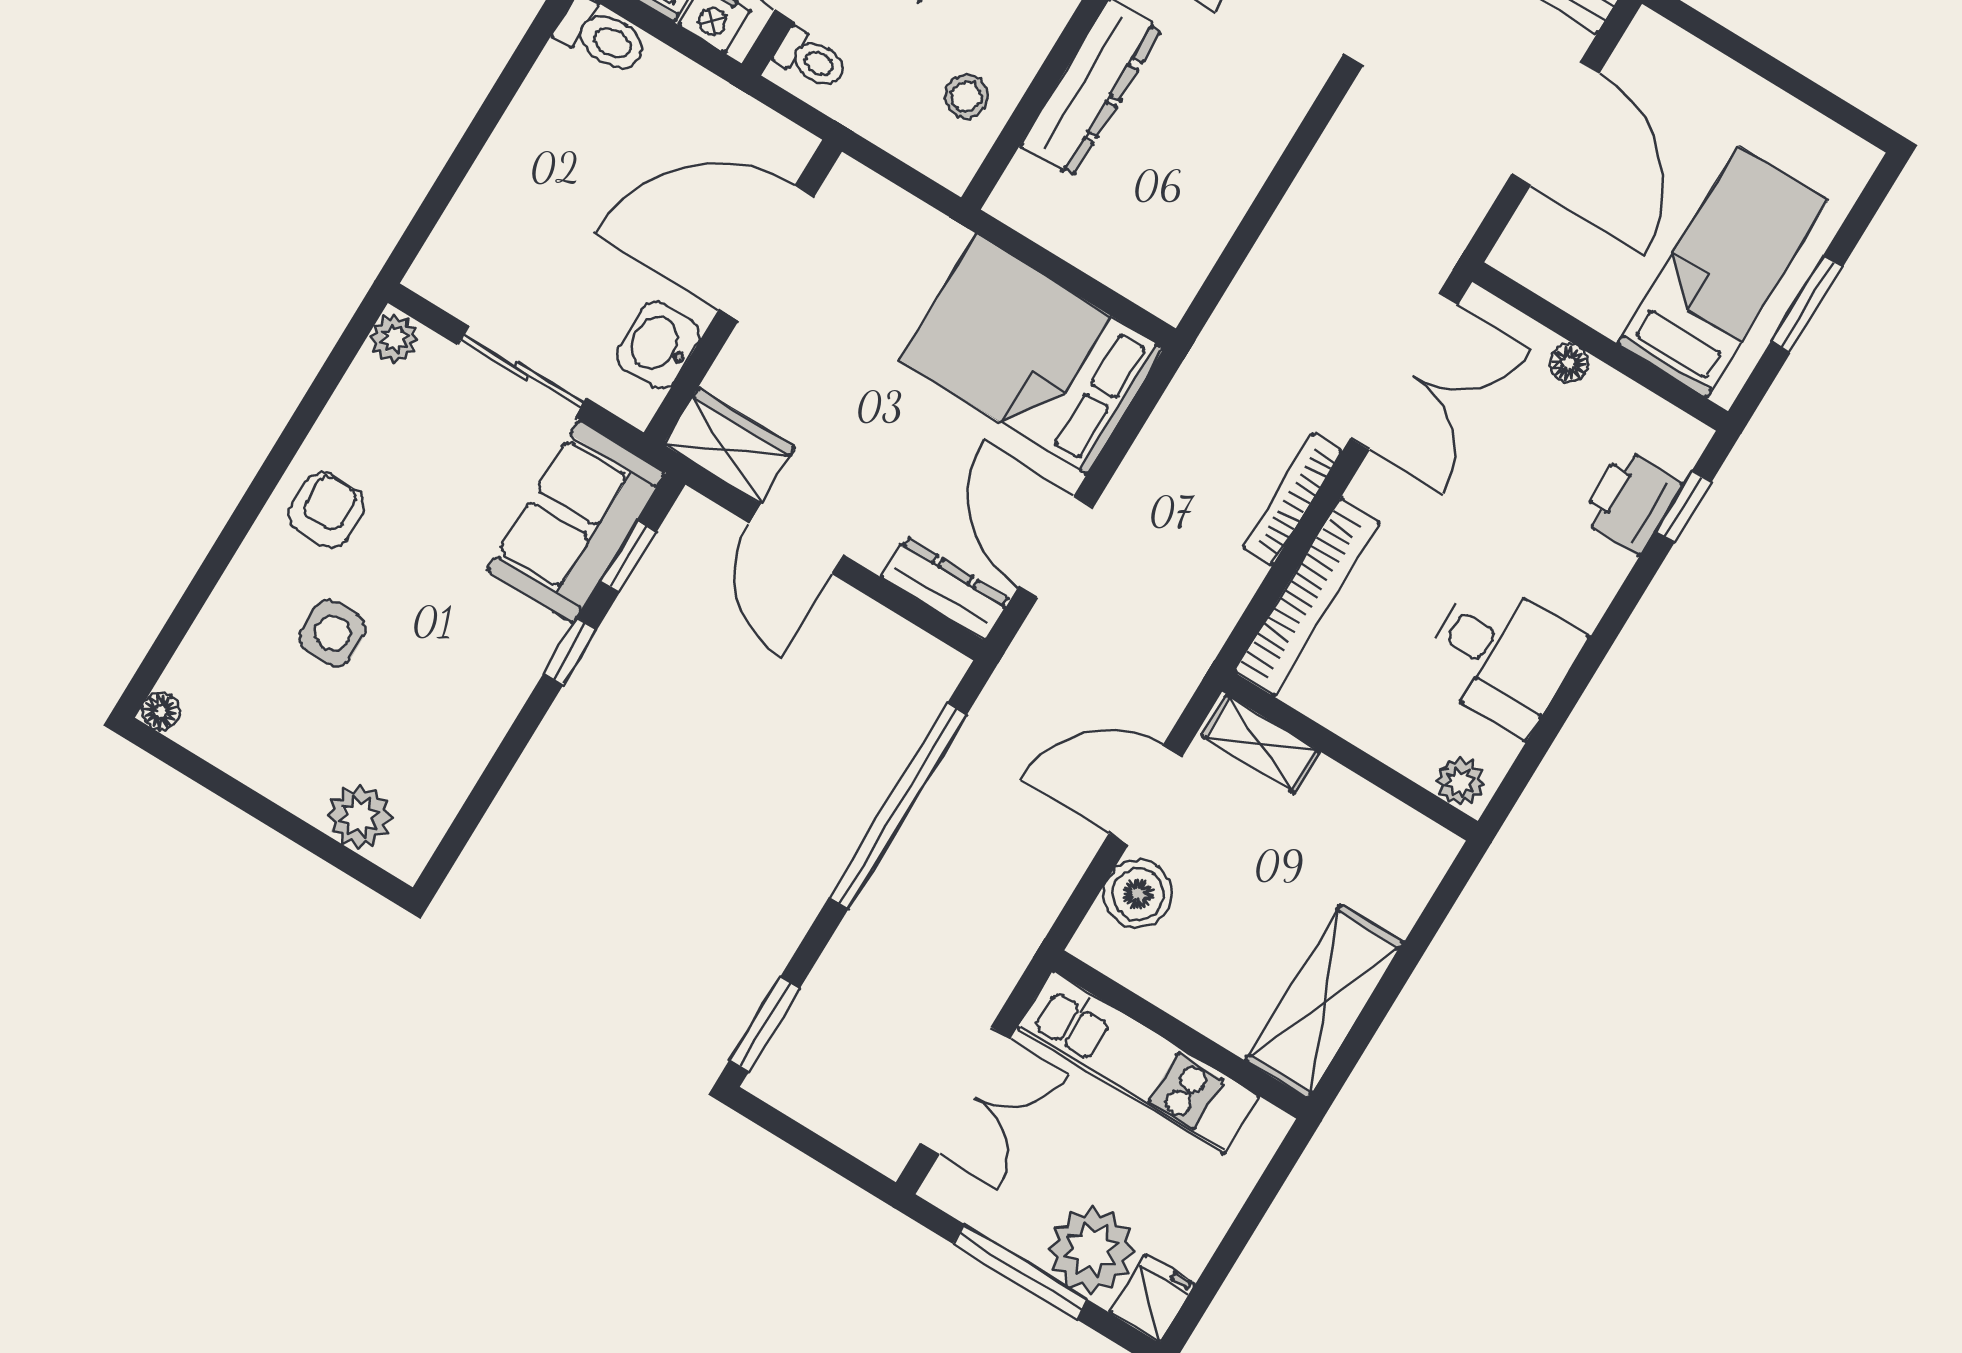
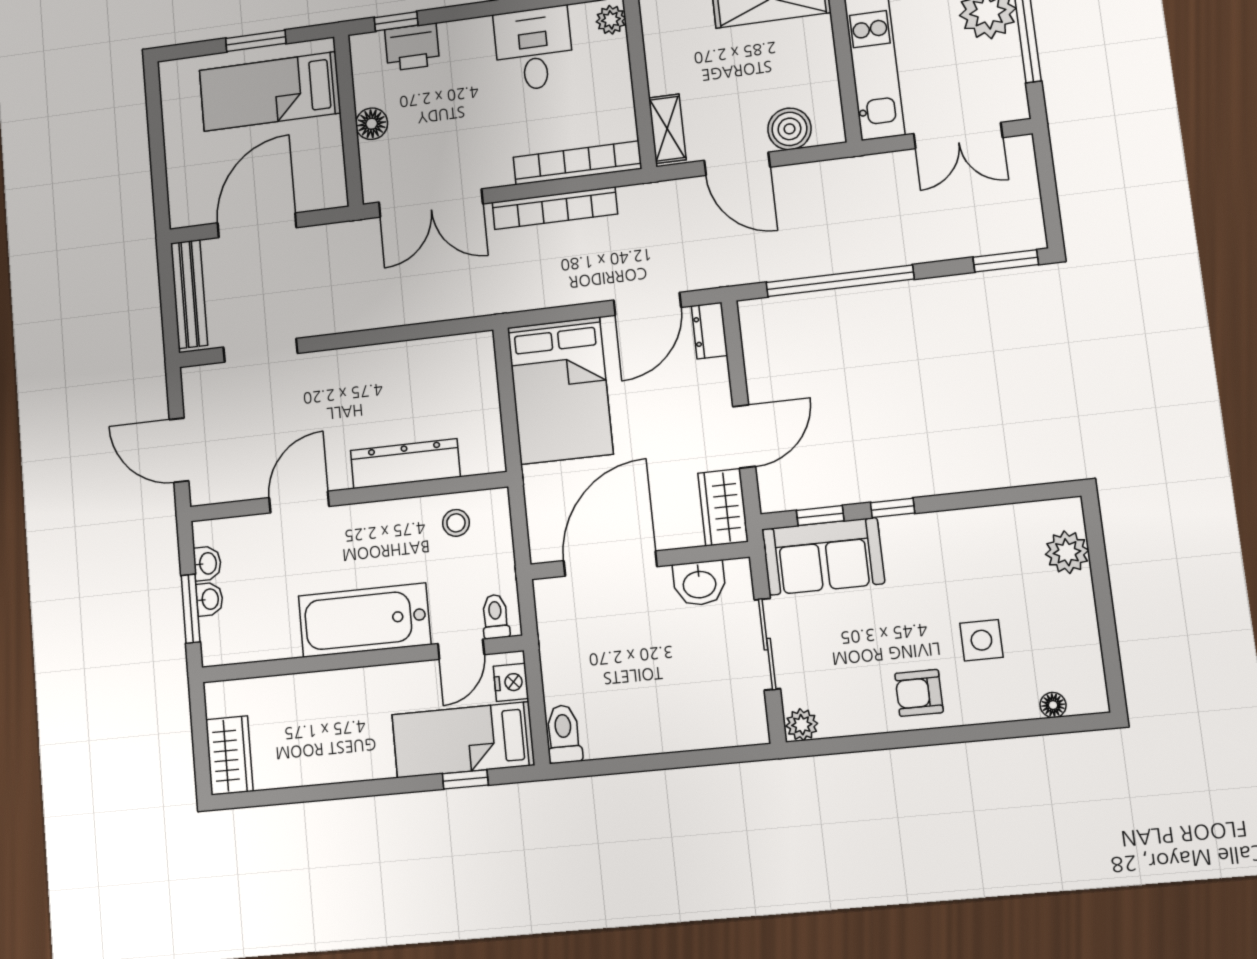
door: (767, 253) -> (610, 564), swing flipped
floor lamp: (1569, 363) -> (372, 124), width x1.37, depth x1.37
double door: (1404, 371) -> (431, 203), swing flipped
bookcase: (1292, 499) -> (555, 208), width x1.48, depth x1.31
dresser: (945, 588) -> (709, 331), width x0.70
floor lamp: (161, 711) -> (1053, 705), moved
double door: (965, 1091) -> (958, 136), swing flipped

